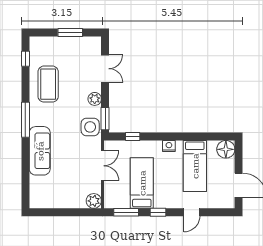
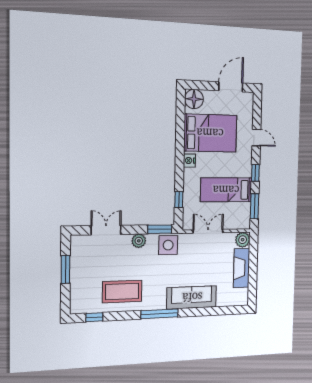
bed: (195, 166) -> (210, 133), width x1.50
fireplace: (66, 201) -> (242, 268), added

